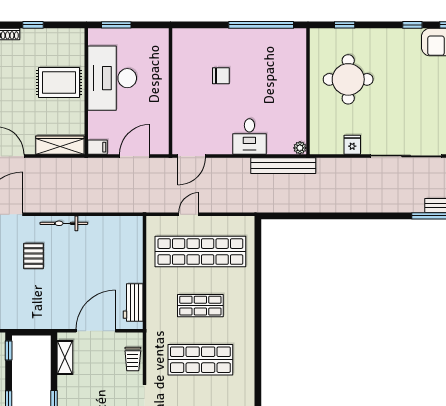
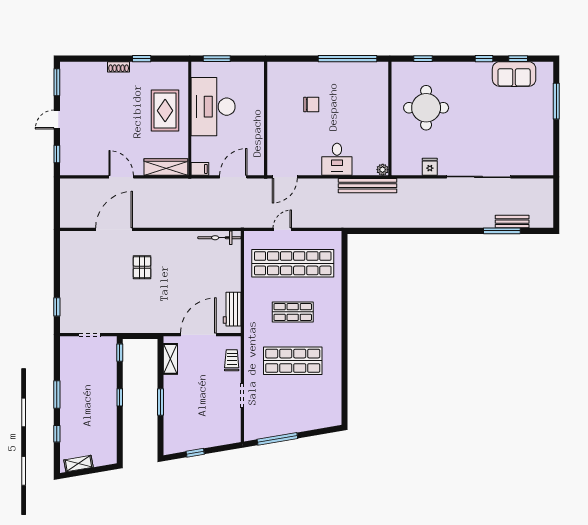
rug: (59, 82) -> (165, 111), turned 90
bicycle: (64, 223) -> (219, 238), moved
trolley: (133, 359) -> (232, 360), turned 180

